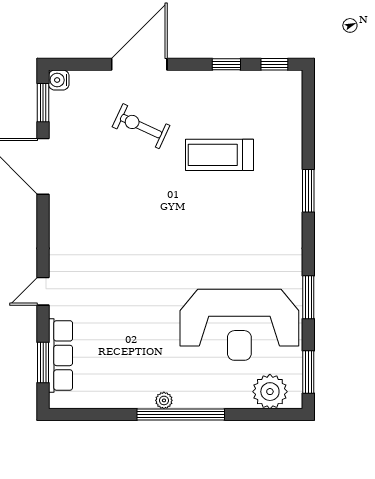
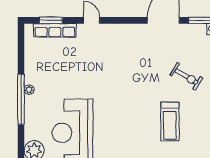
exercise bike: (141, 126) -> (186, 76), turned 96
treadmill: (220, 155) -> (170, 121), turned 180

